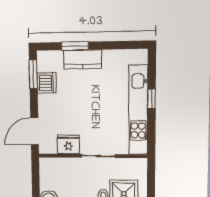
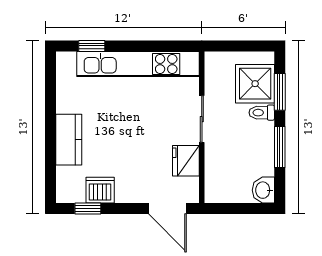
window: (75, 46) -> (51, 150), removed
window: (33, 74) -> (88, 209), width x0.67
window: (152, 99) -> (92, 46), moved

